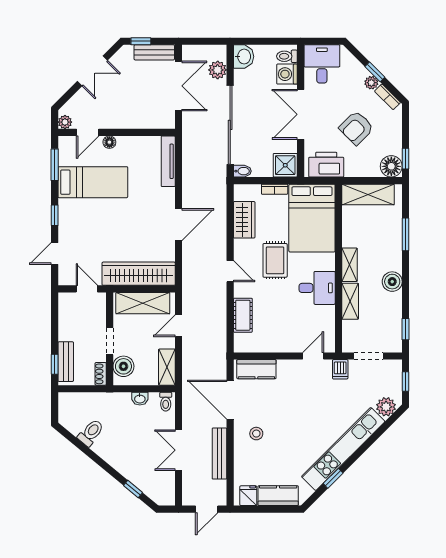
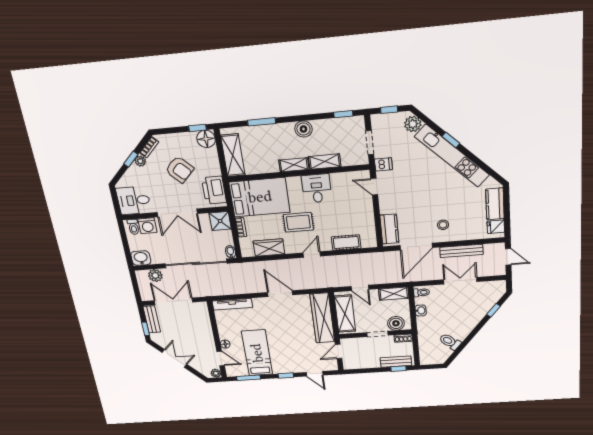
double door: (178, 450) -> (460, 281), swing flipped
window: (333, 478) -> (451, 140), moved

